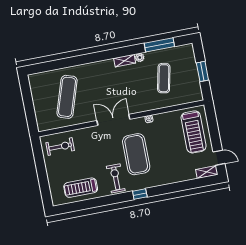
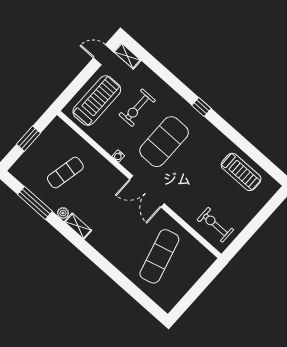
exercise mat: (67, 97) -> (159, 256), turned -33
door: (219, 158) -> (103, 55), hinge flipped
exercise bike: (116, 178) -> (137, 108), moved

